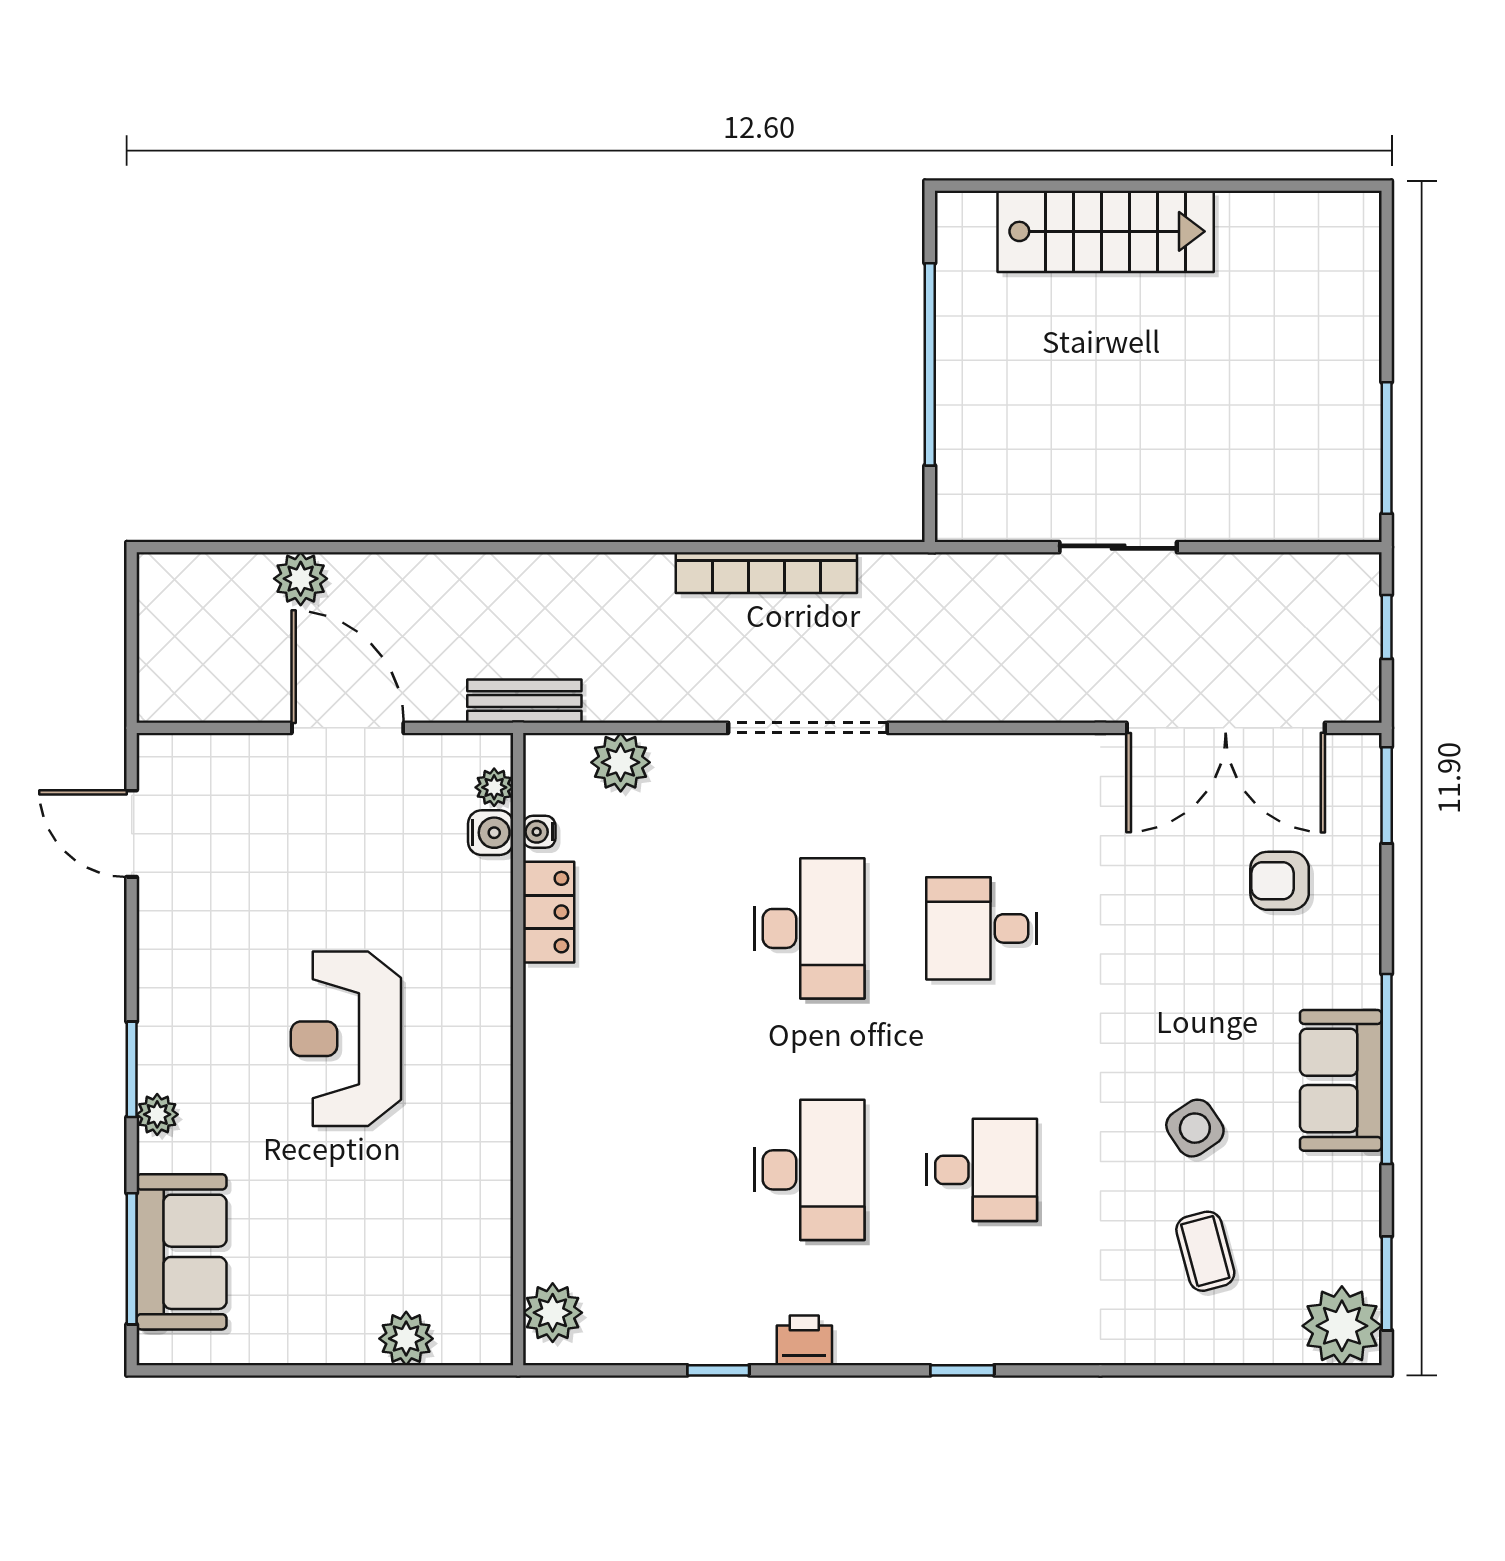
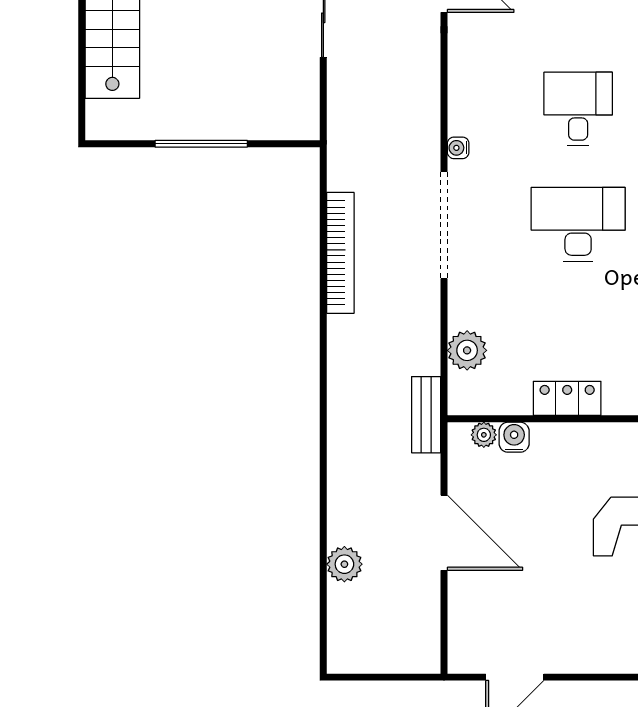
window: (930, 364) -> (201, 144), width x0.68
door: (348, 728) -> (444, 533), swing flipped
water cooler: (539, 832) -> (458, 148), moved, turned 90
desk: (982, 928) -> (578, 109), turned 180

